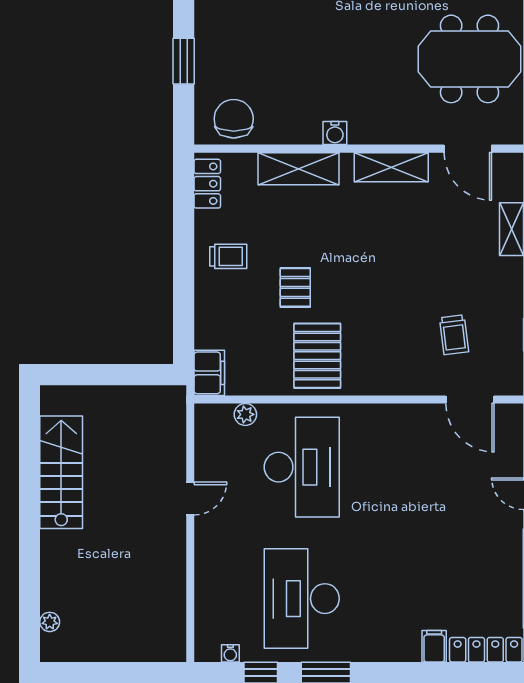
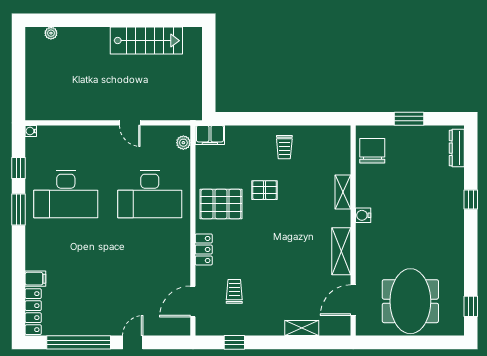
chair: (234, 119) -> (372, 151), turned -90
shelving: (298, 169) -> (343, 192), width x0.67, depth x0.75
locker: (207, 184) -> (204, 249), moved, turned -90
trolley: (454, 335) -> (234, 291), turned 97
plant: (245, 414) -> (183, 143), moved
desk: (302, 599) -> (66, 194), turned 180
water cooler: (230, 653) -> (31, 131), moved

